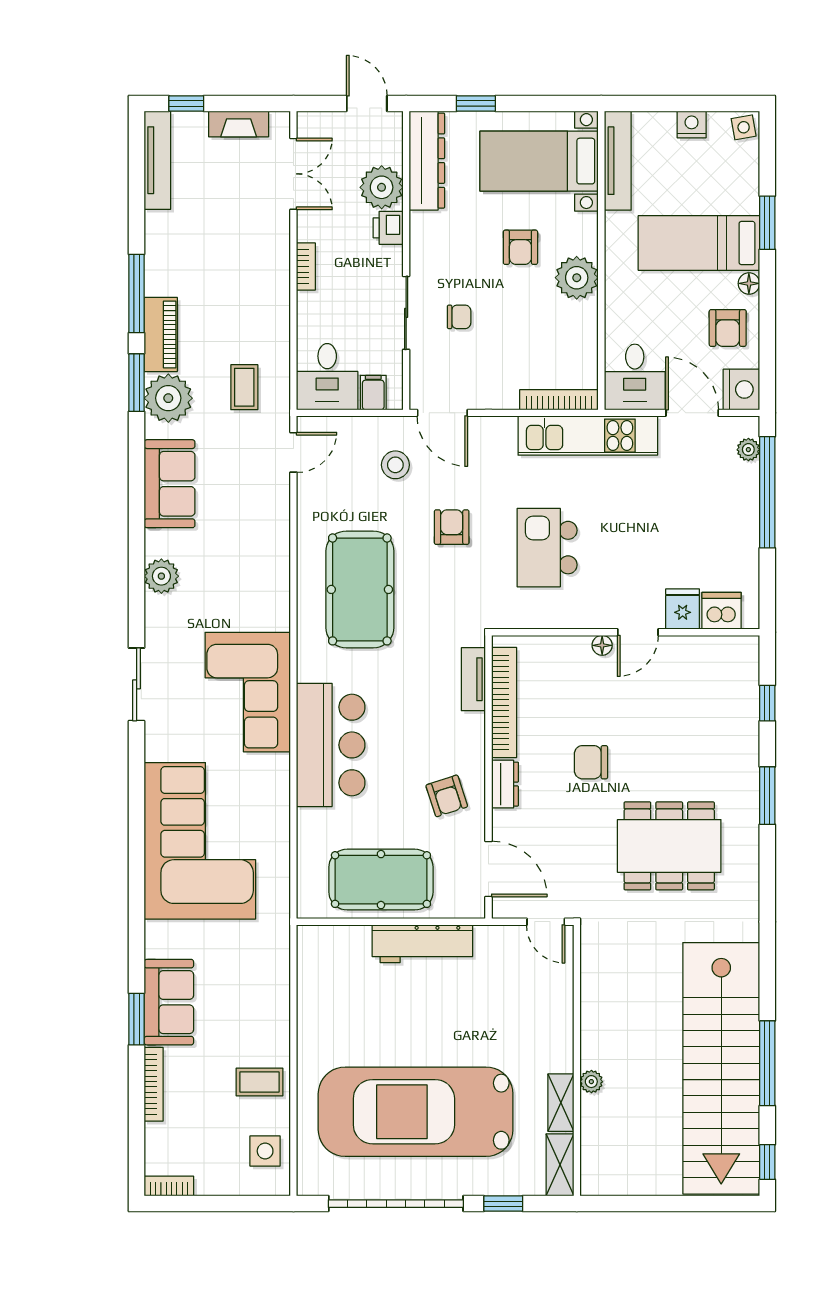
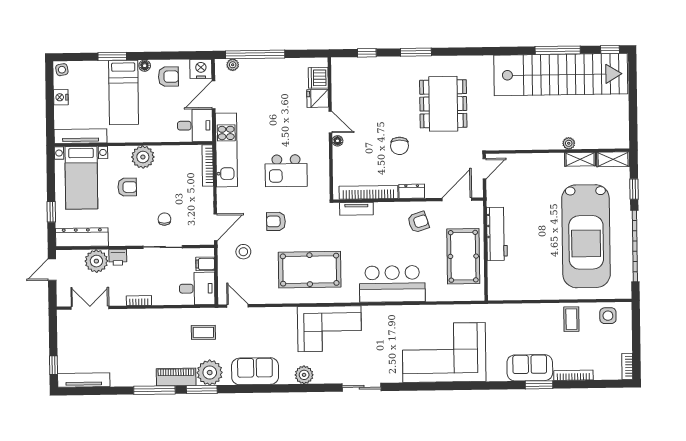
fireplace: (239, 124) -> (64, 337), removed
corner sofa: (248, 692) -> (329, 329), moved

